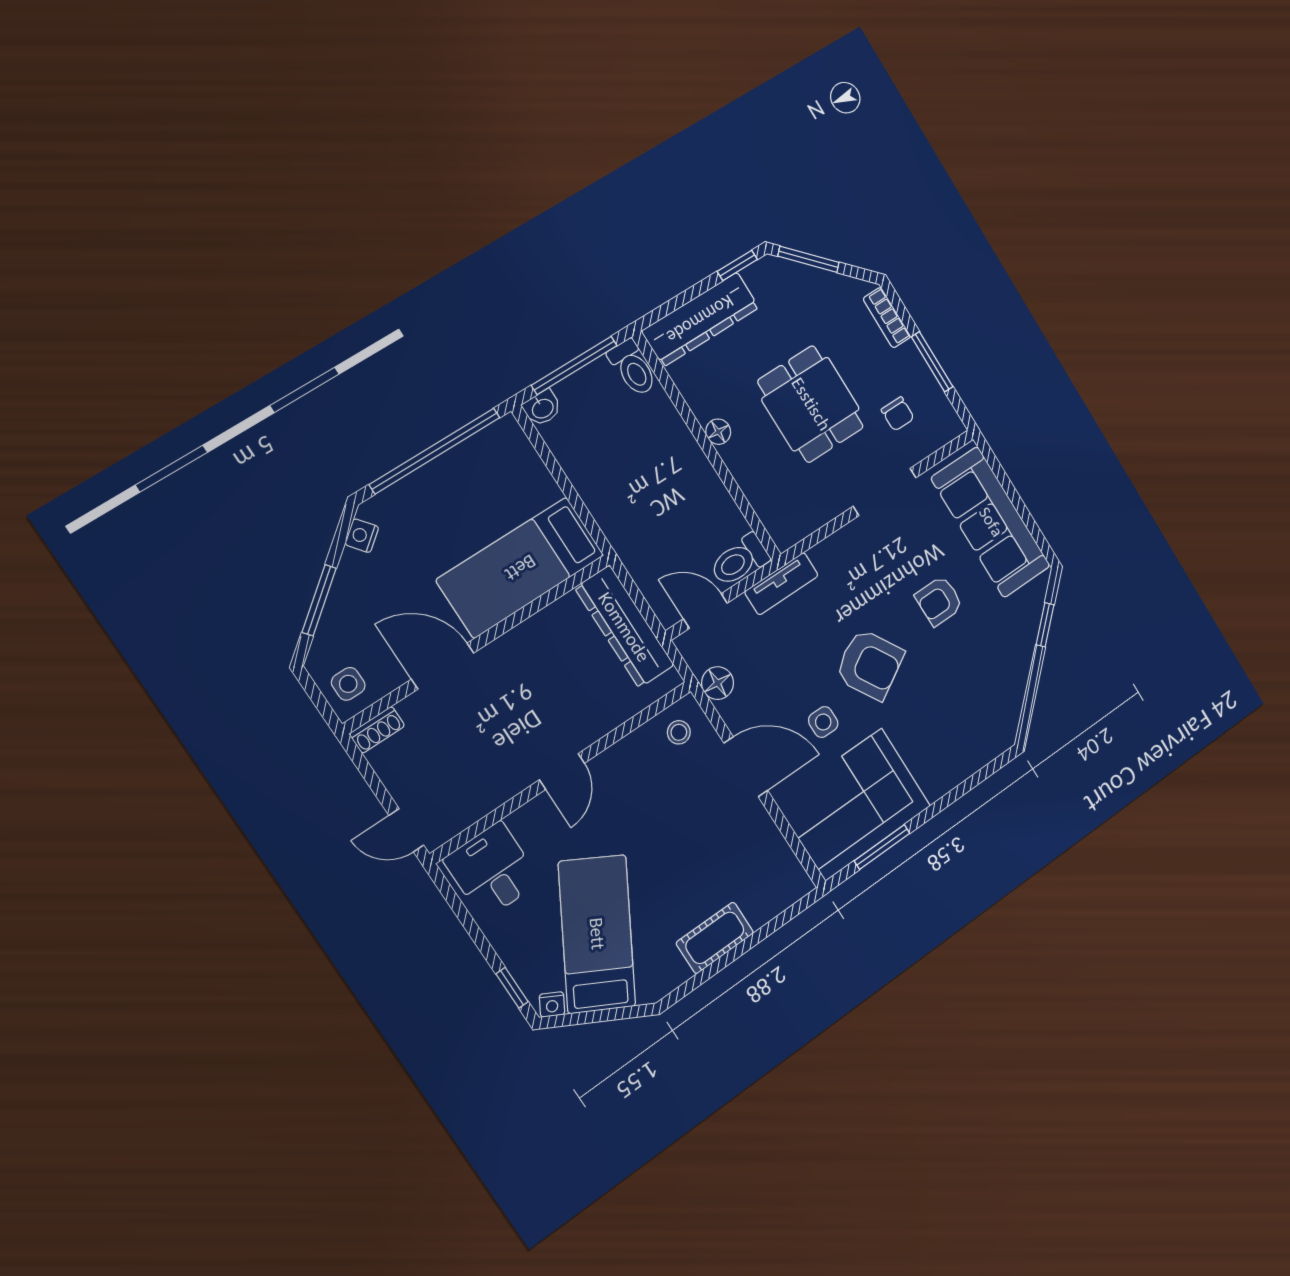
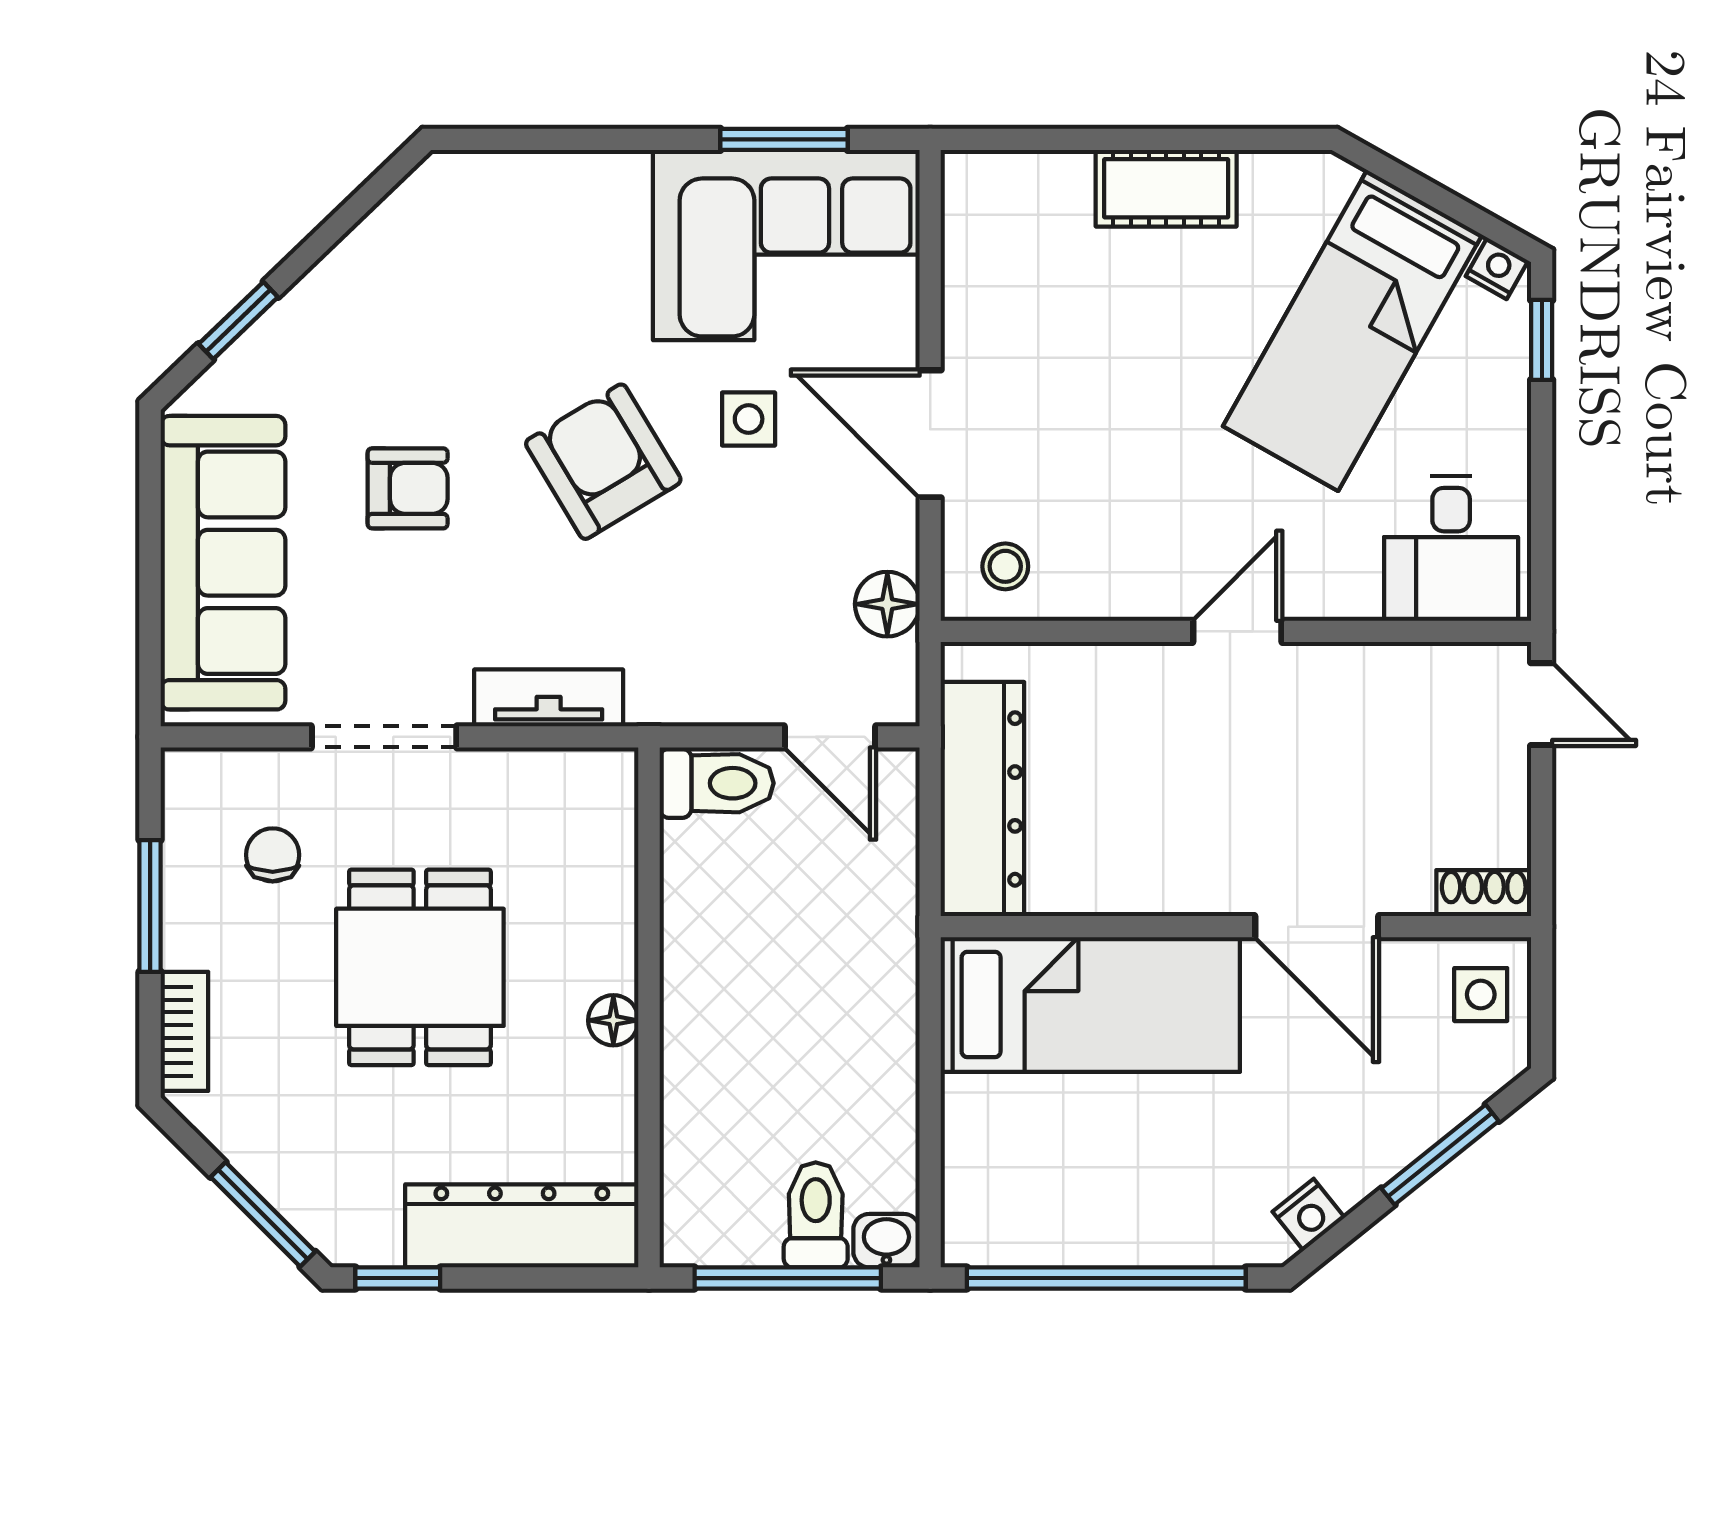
toilet: (633, 368) -> (816, 1215), moved
tv unit: (781, 584) -> (549, 698), moved

